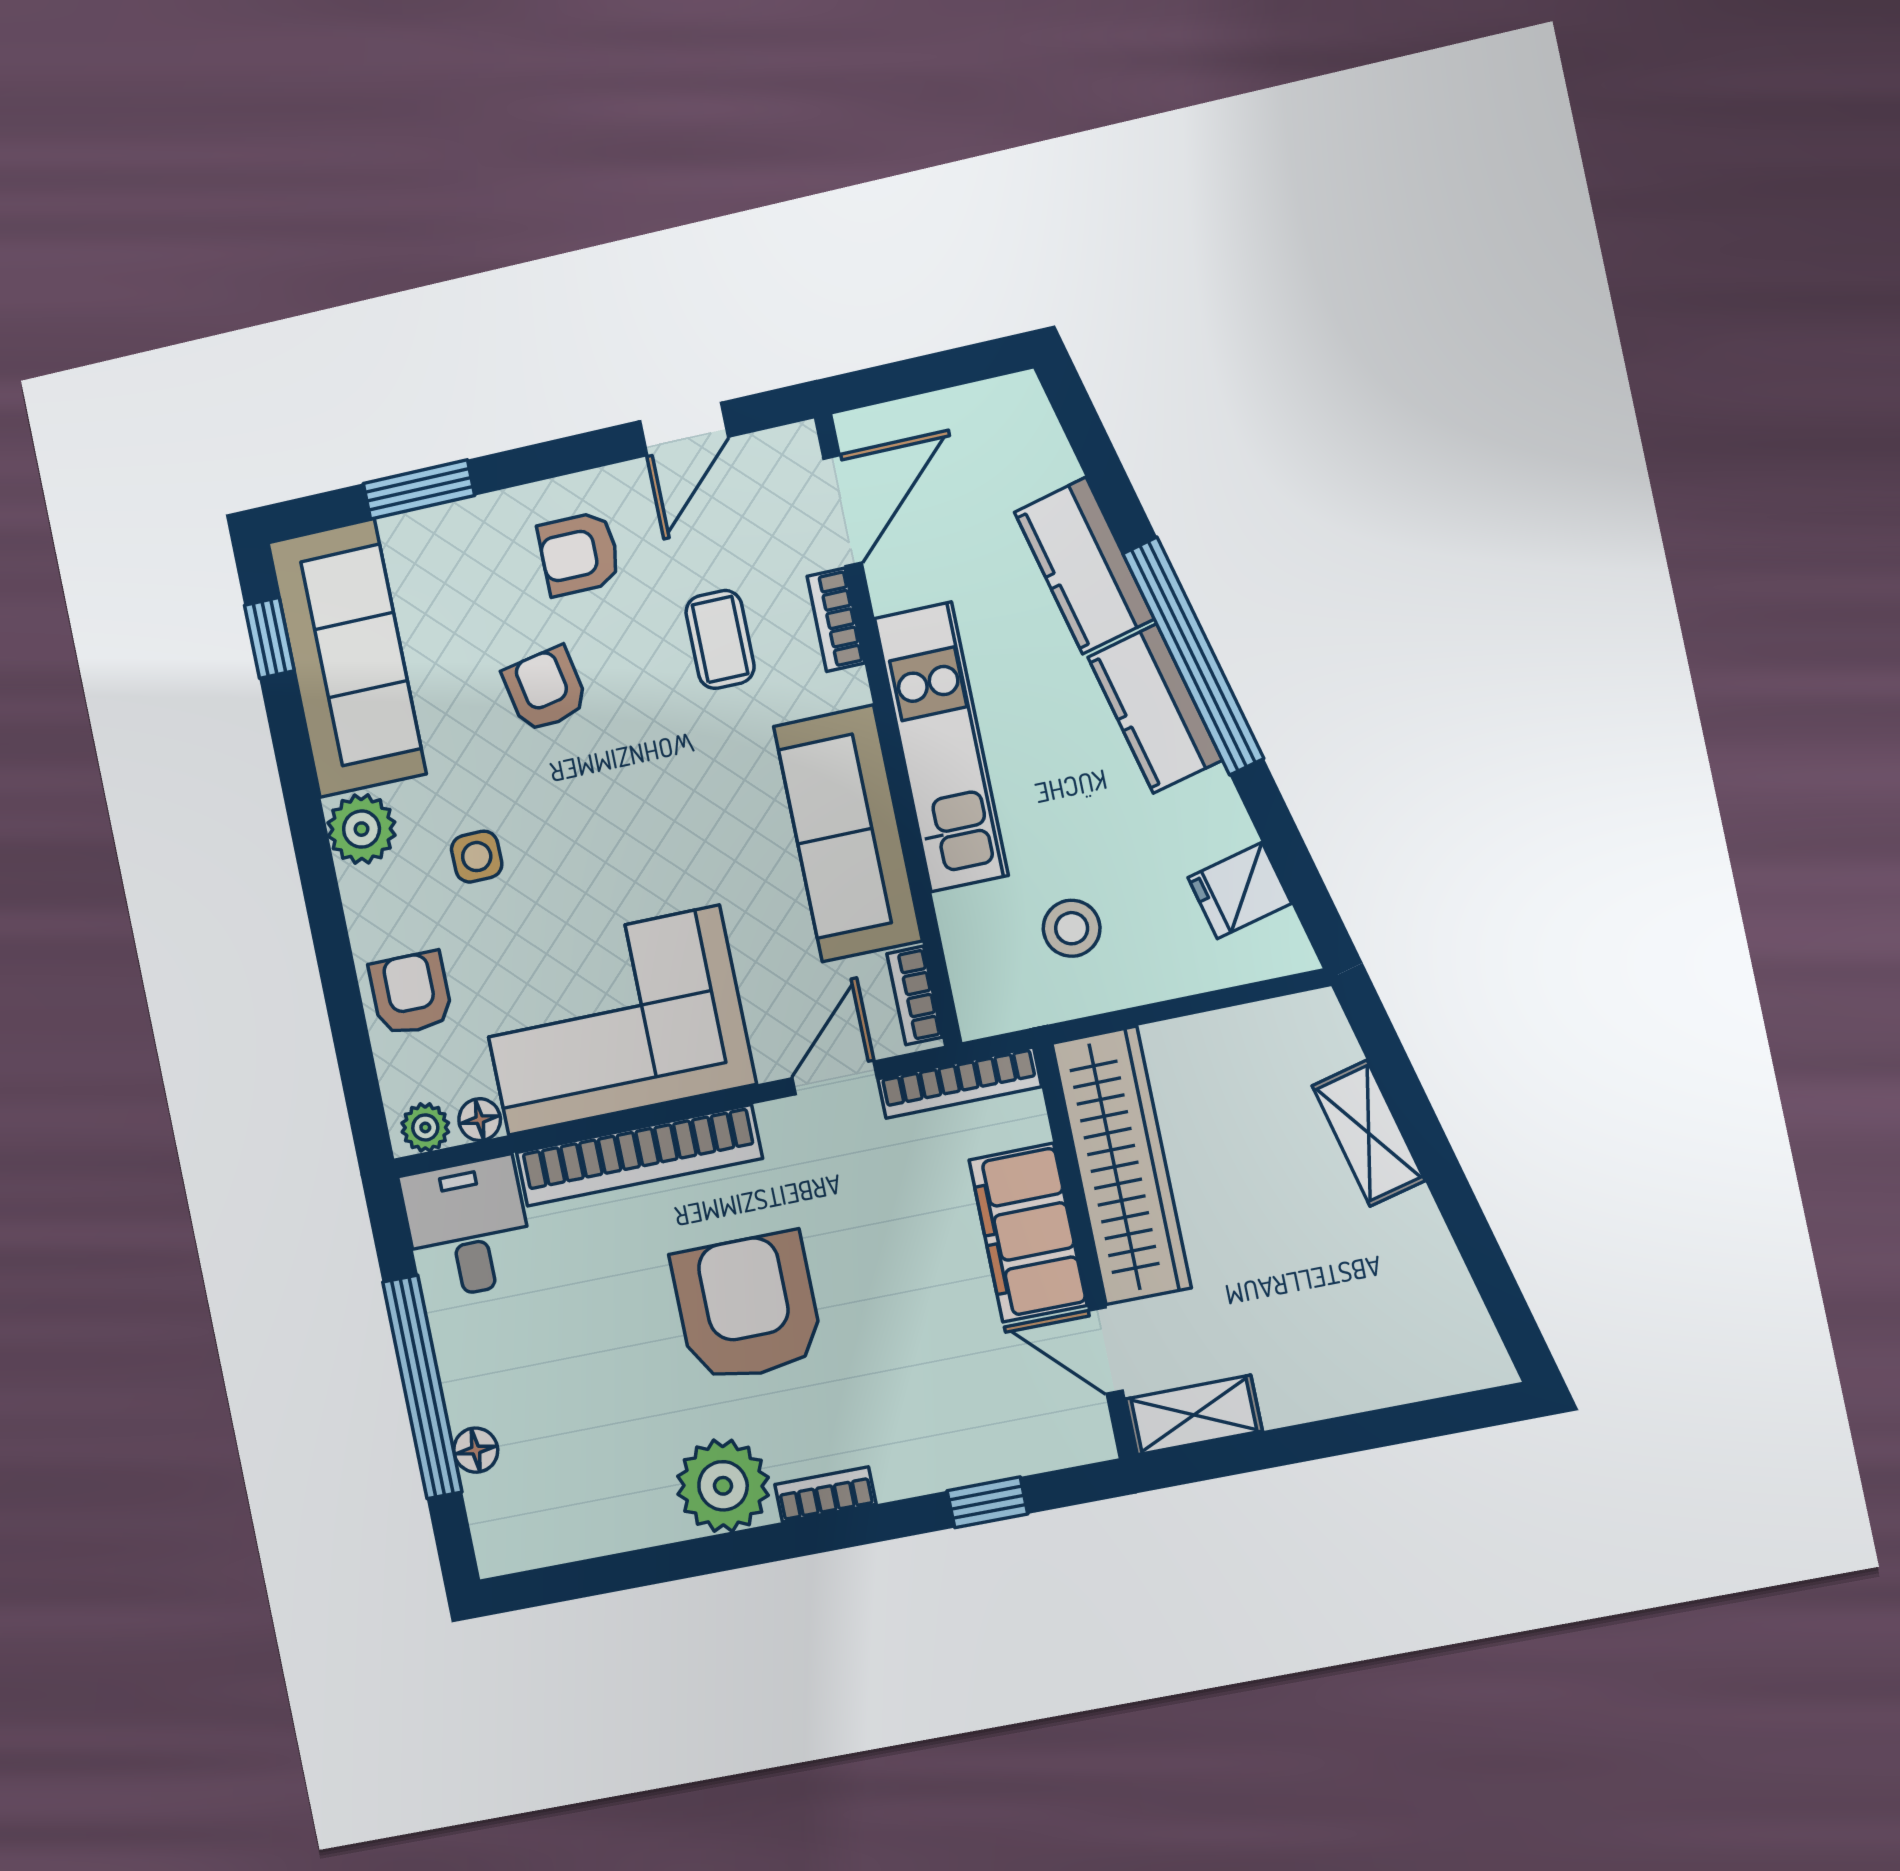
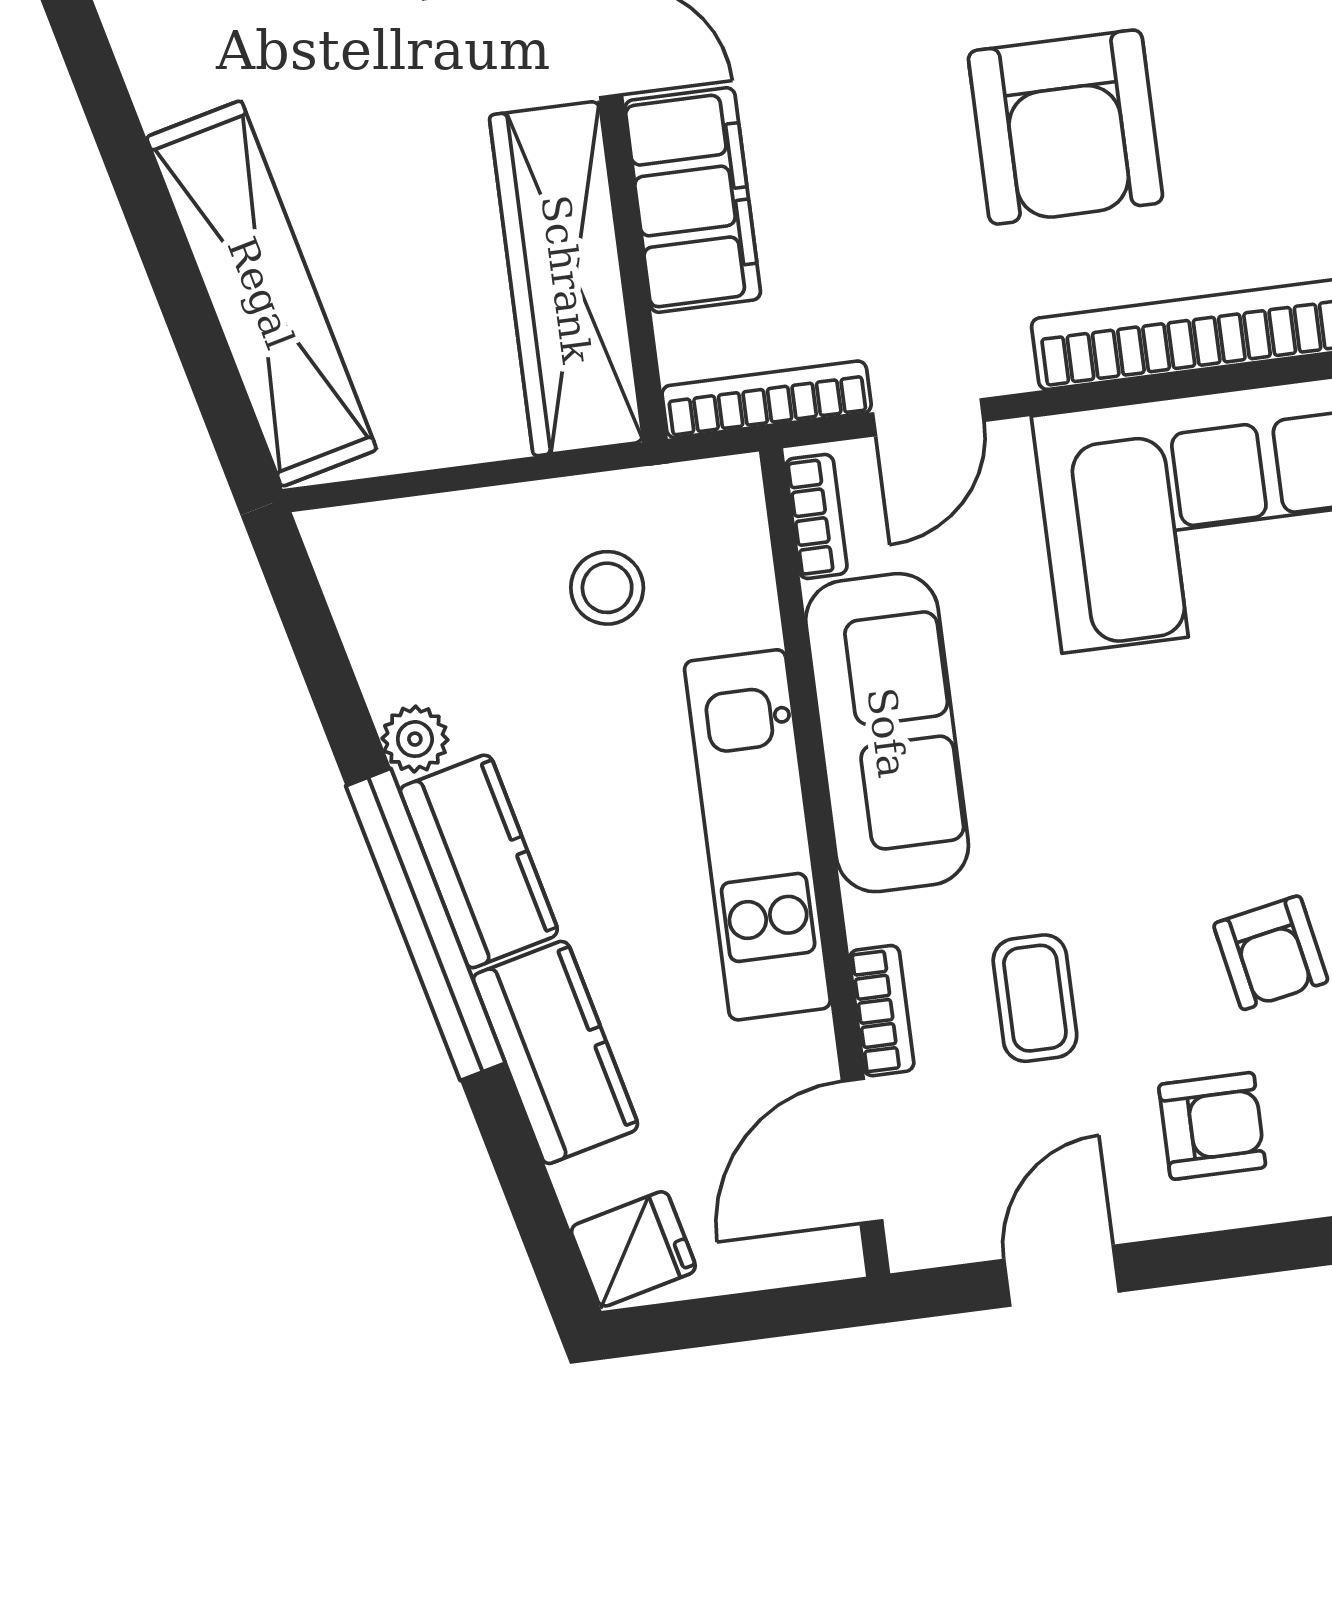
plant: (1212, 799) -> (415, 739), added
fridge: (1240, 891) -> (633, 1249), moved
shelving: (1368, 1133) -> (261, 293), width x2.20, depth x1.33

